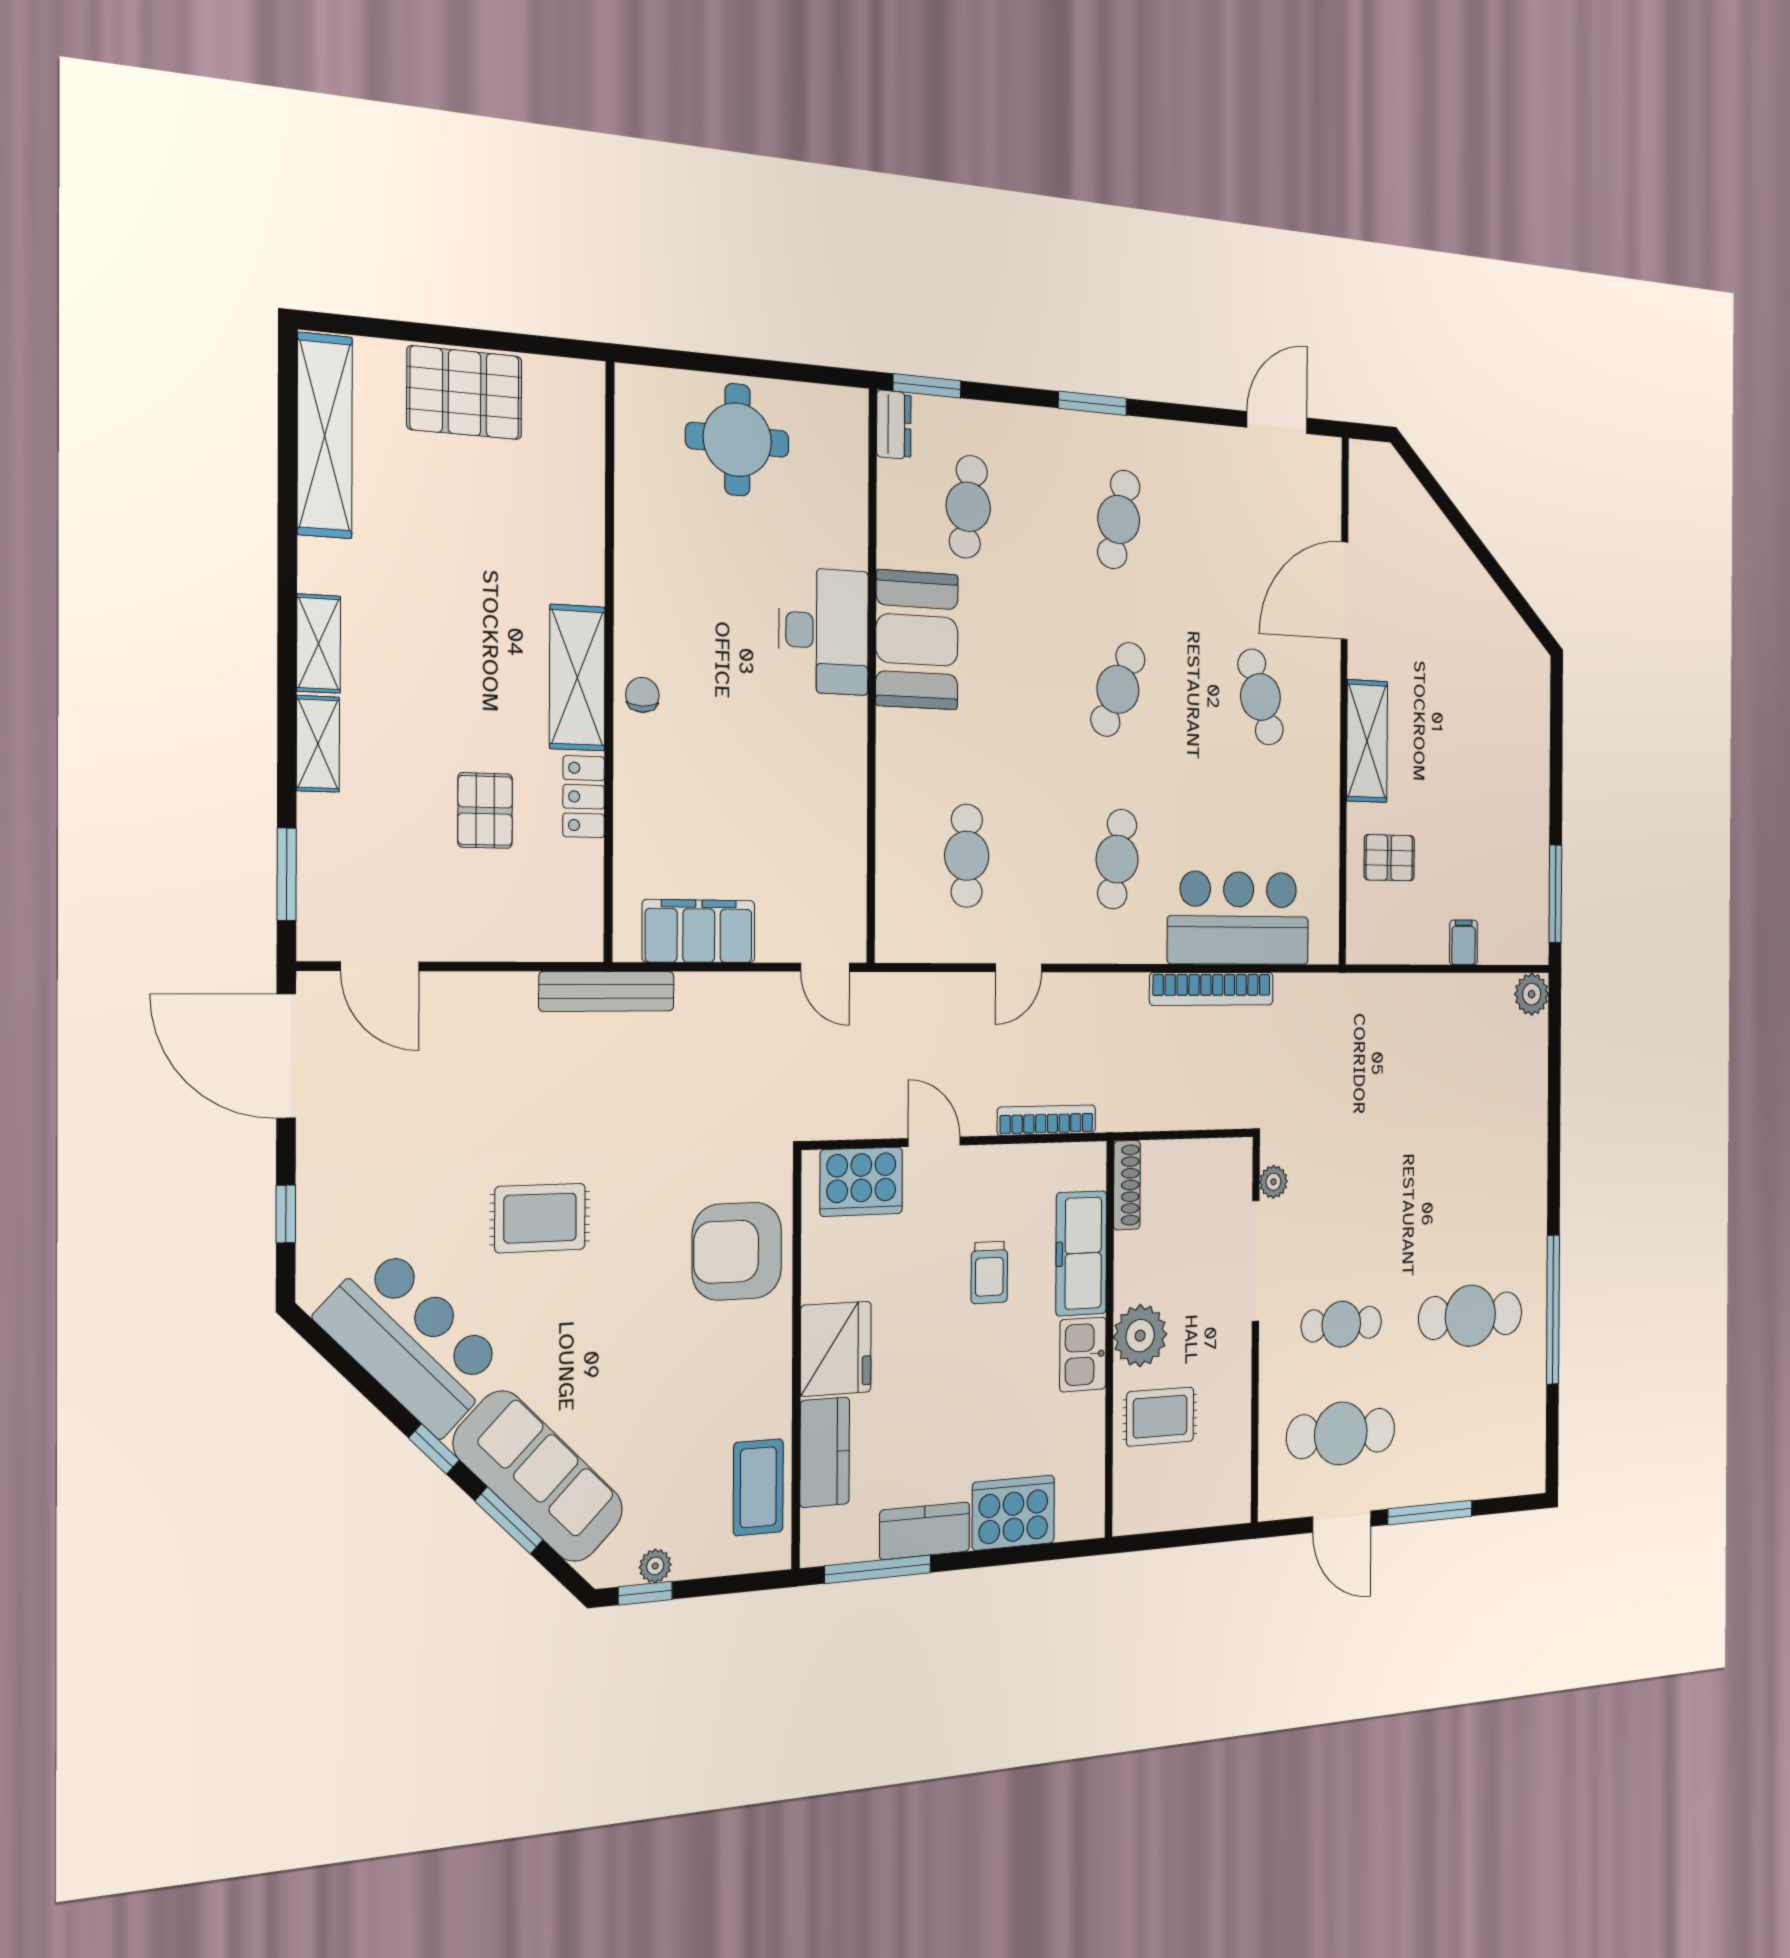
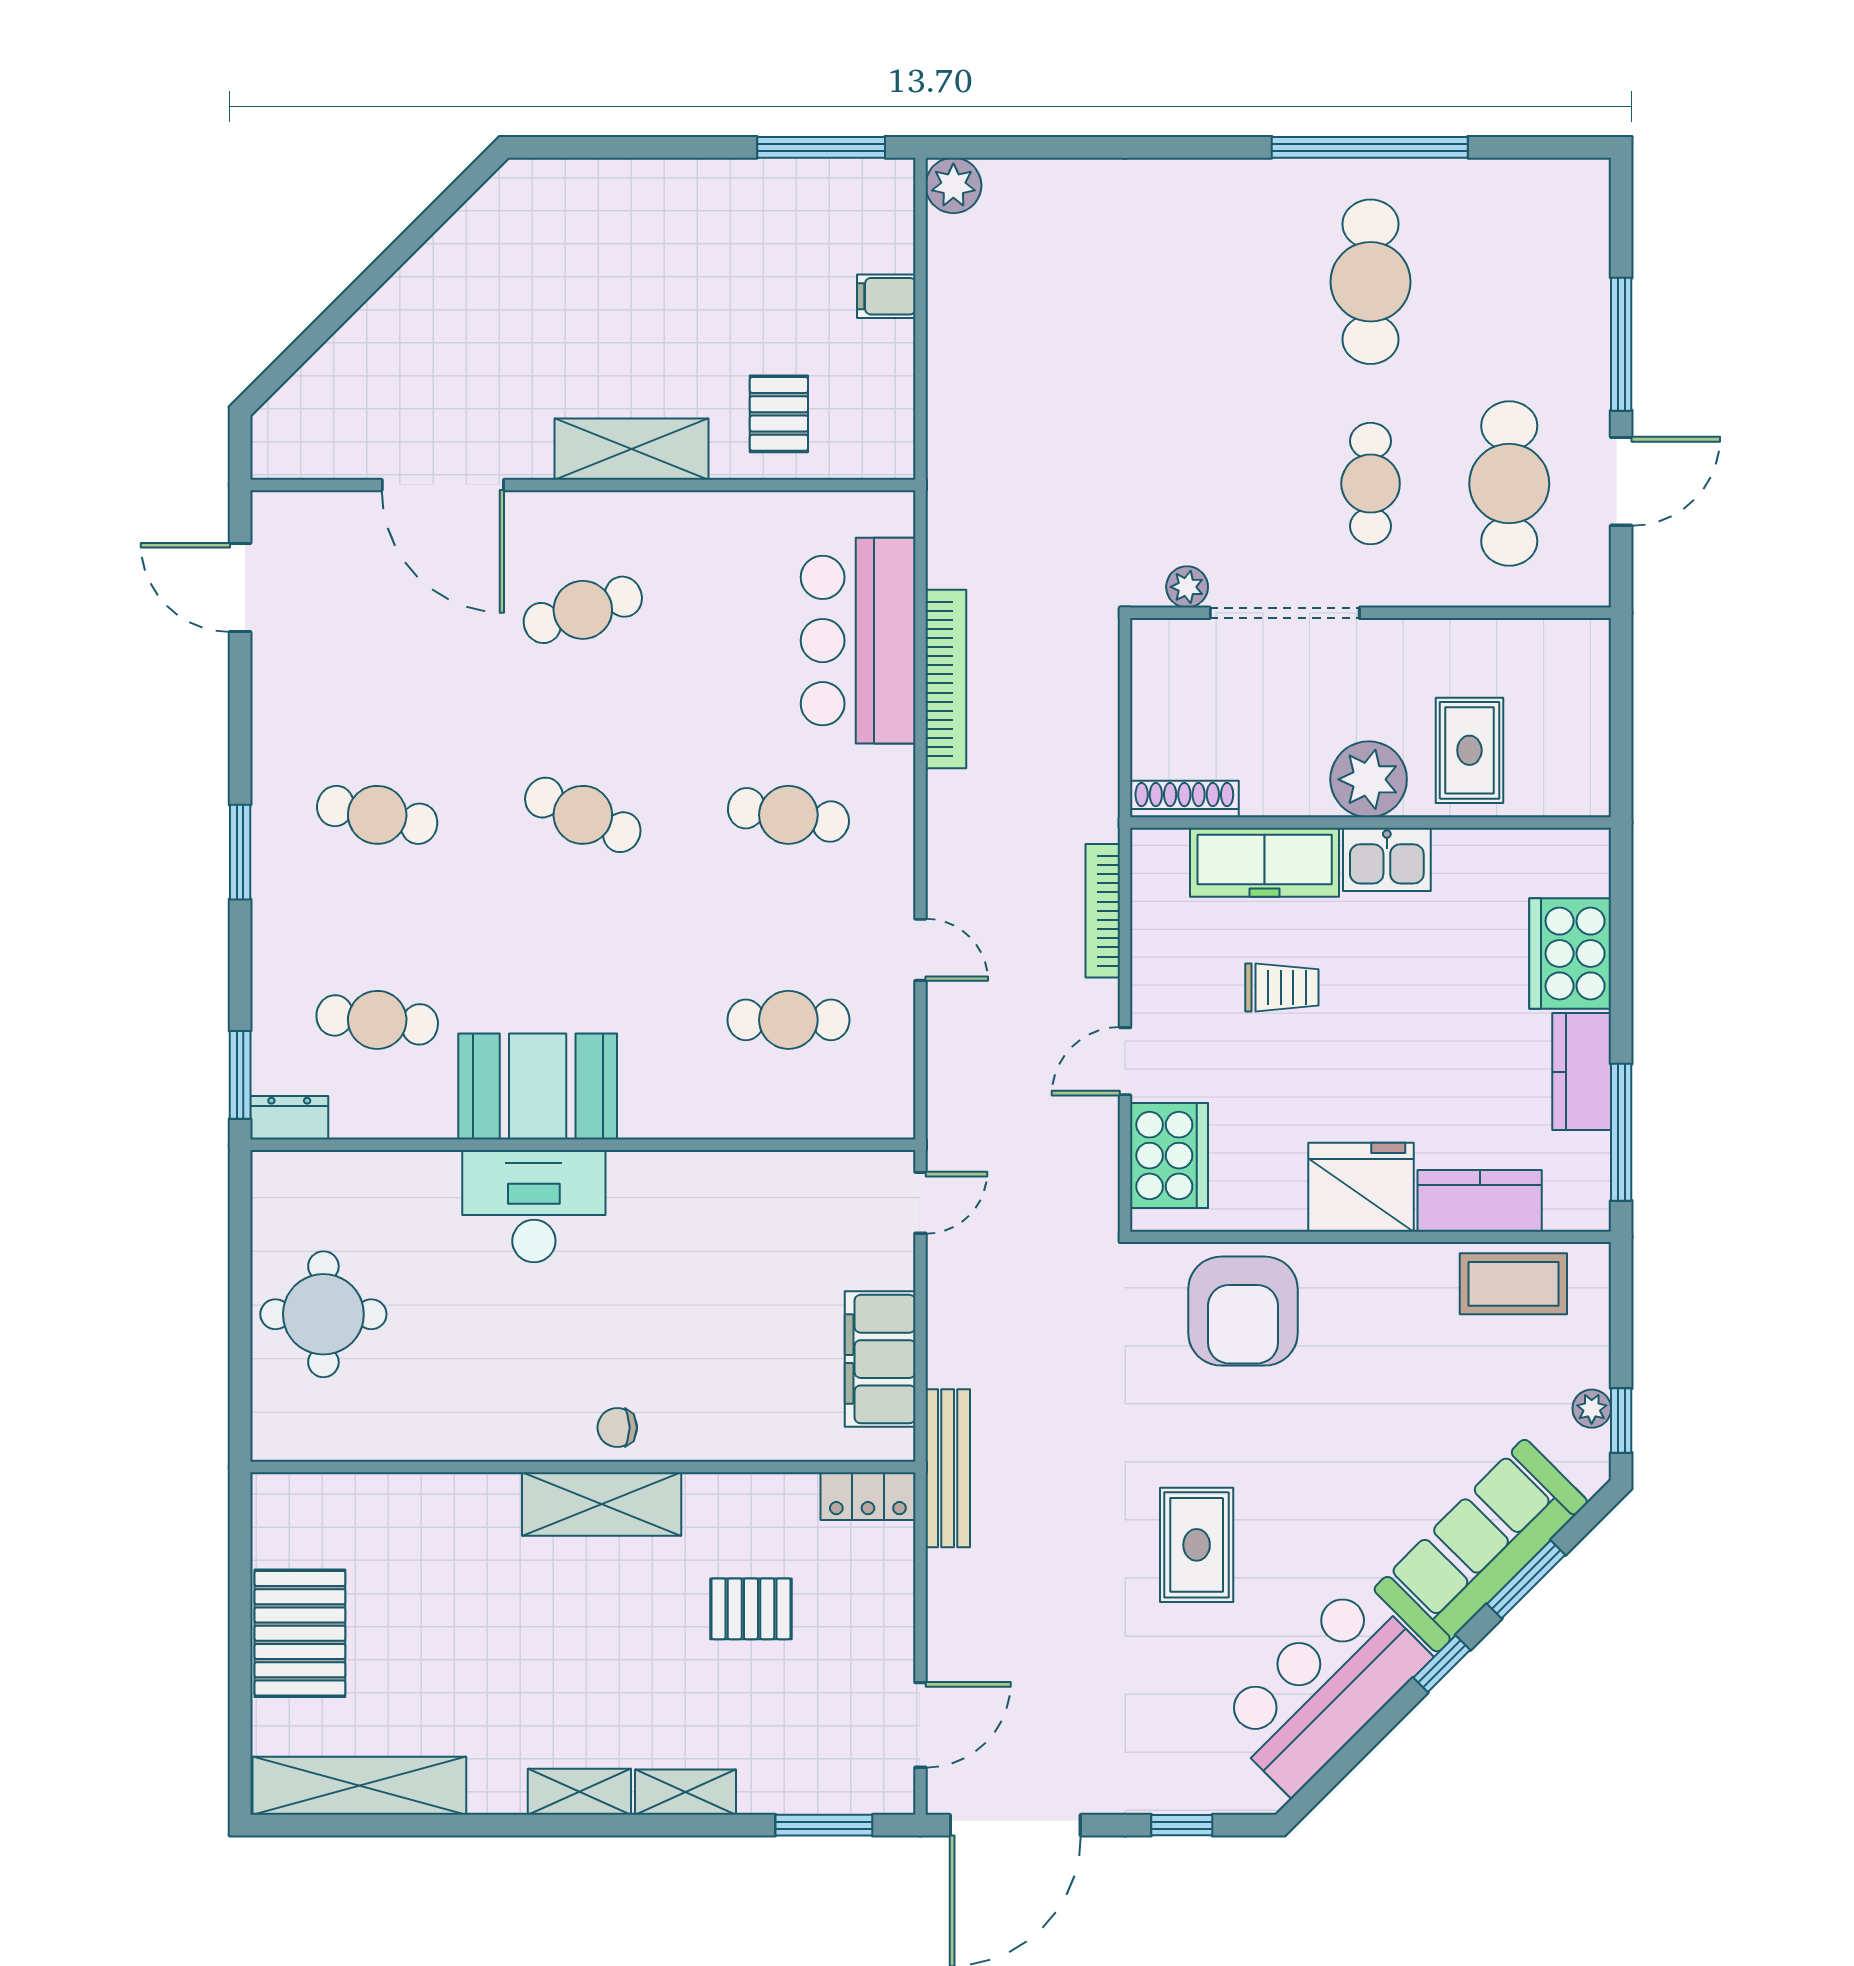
locker: (584, 797) -> (868, 1496), moved

